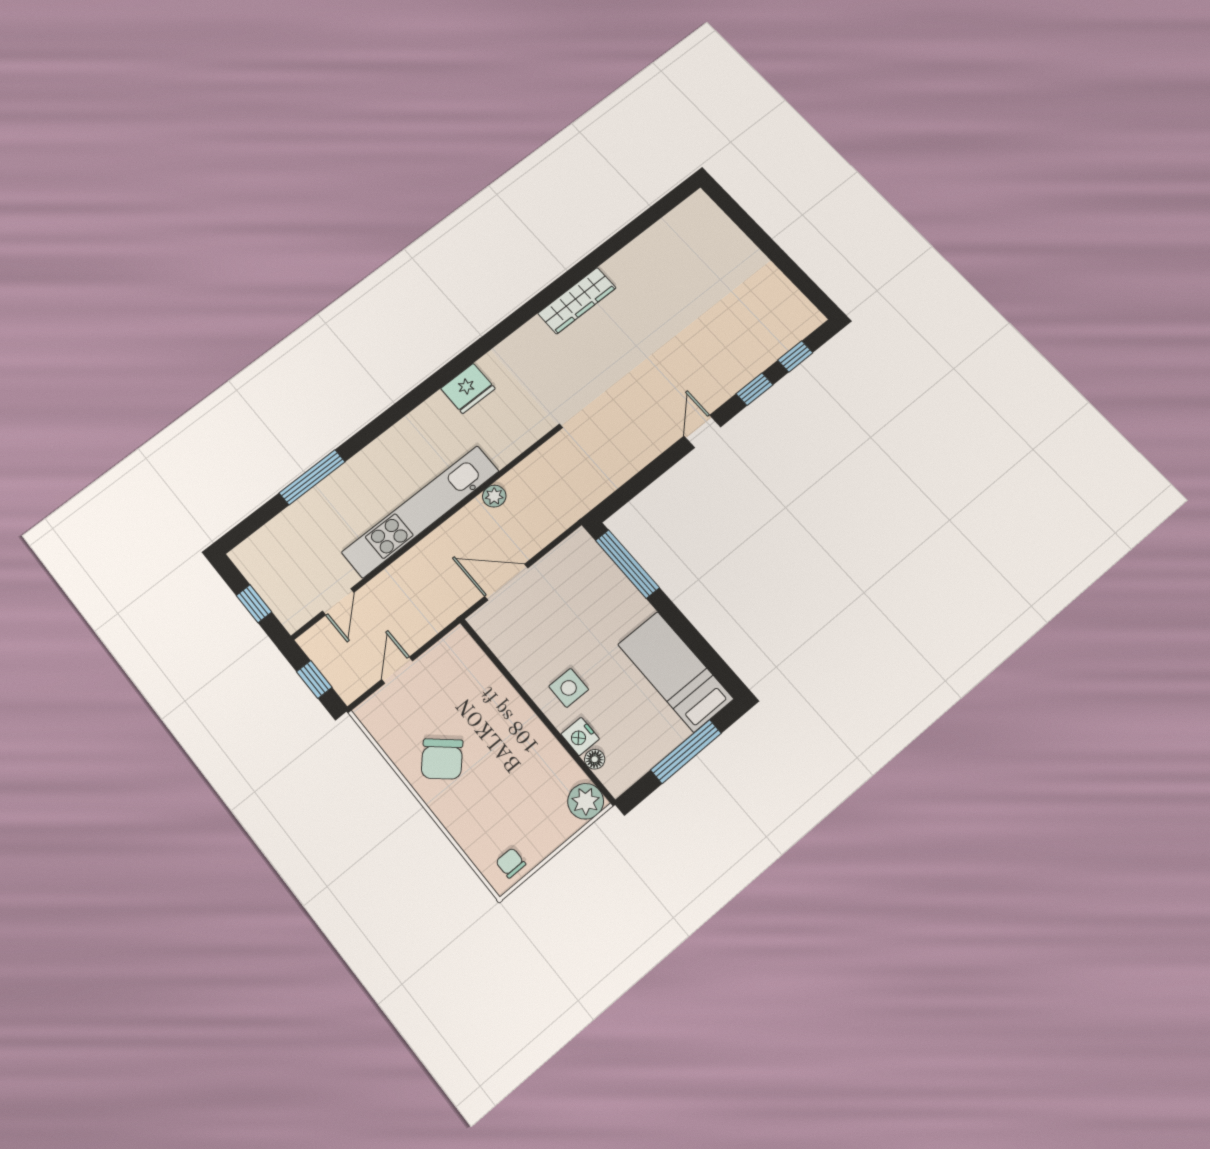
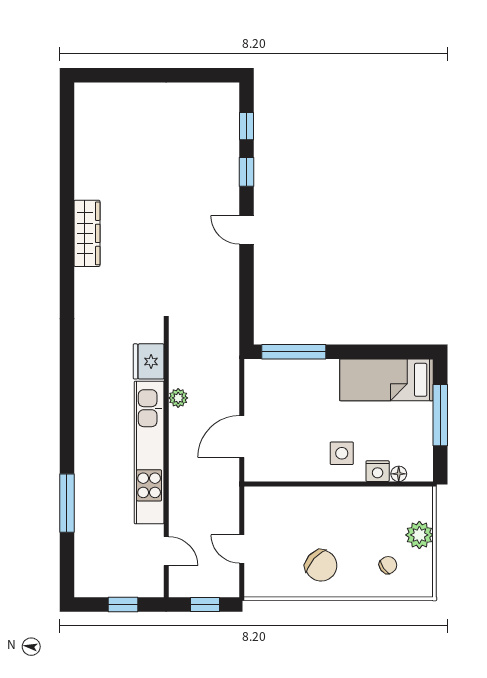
fridge: (468, 388) -> (149, 361), moved, turned 180
plant: (586, 801) -> (419, 535), moved
chair: (511, 863) -> (388, 565), moved, turned 145

